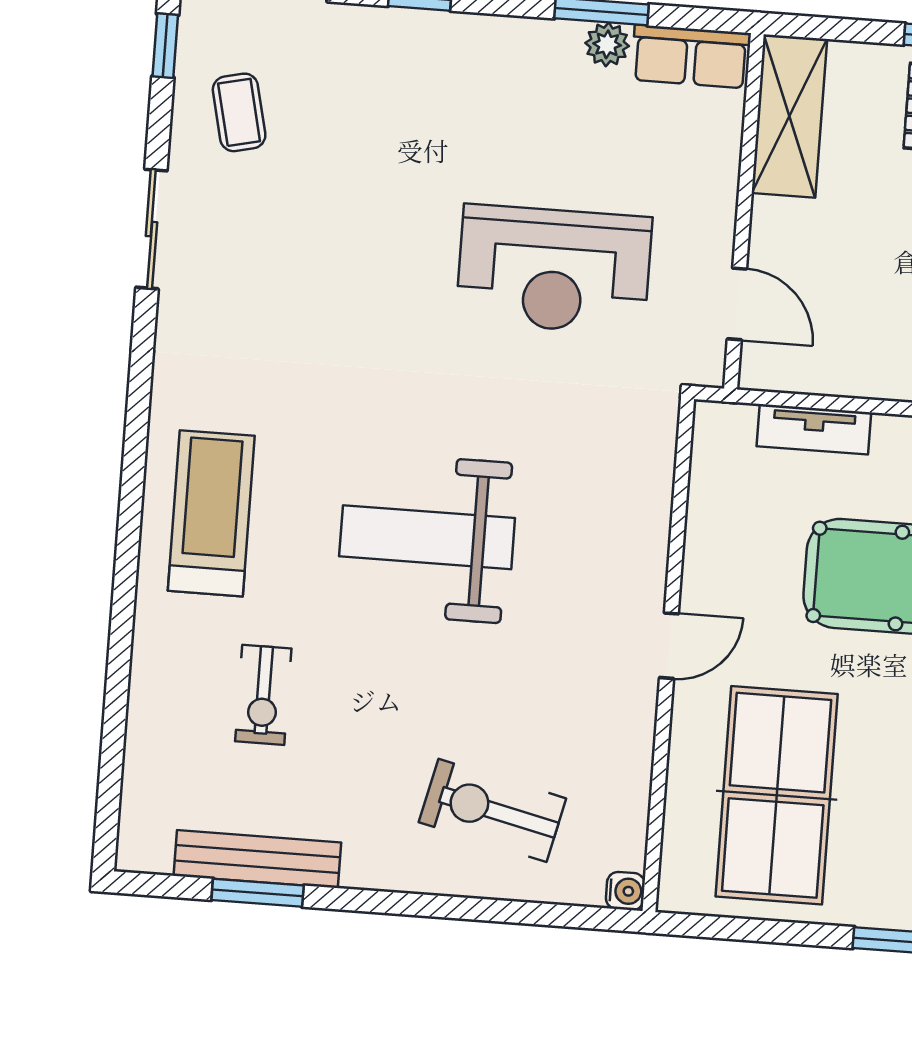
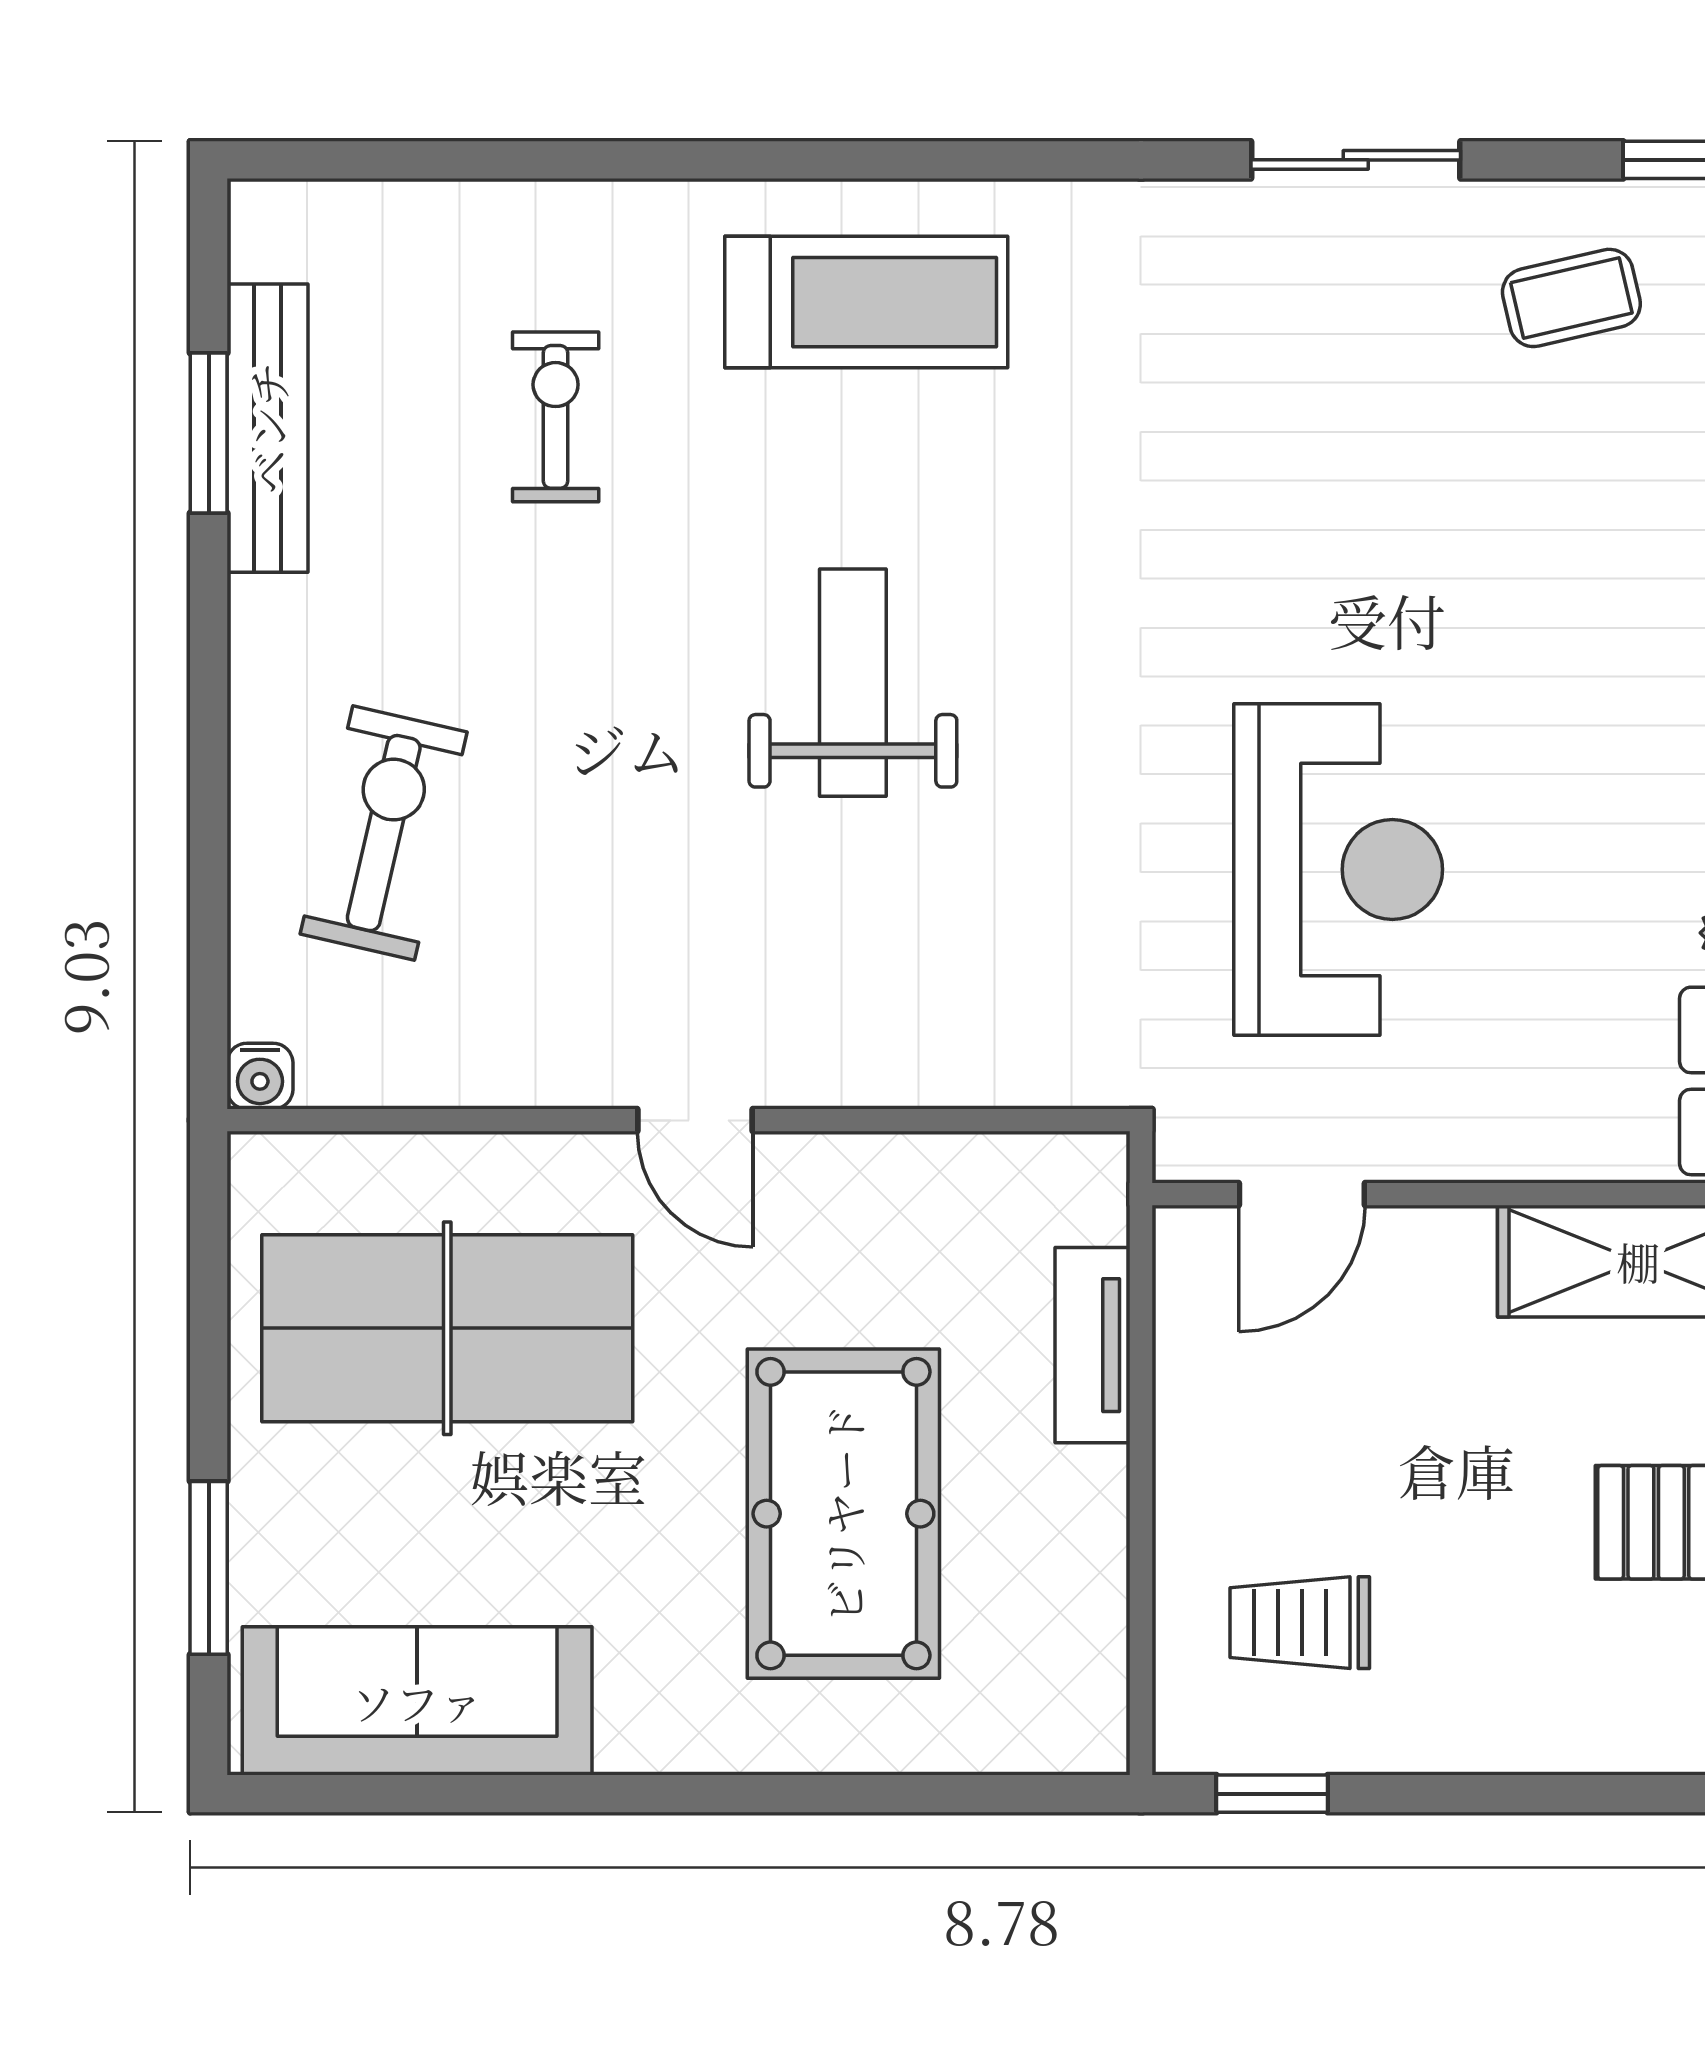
reception desk: (554, 269) -> (1338, 869), turned 180
weight bench: (427, 537) -> (853, 683), width x0.73, depth x0.75
exercise bike: (263, 695) -> (556, 417), turned 90

